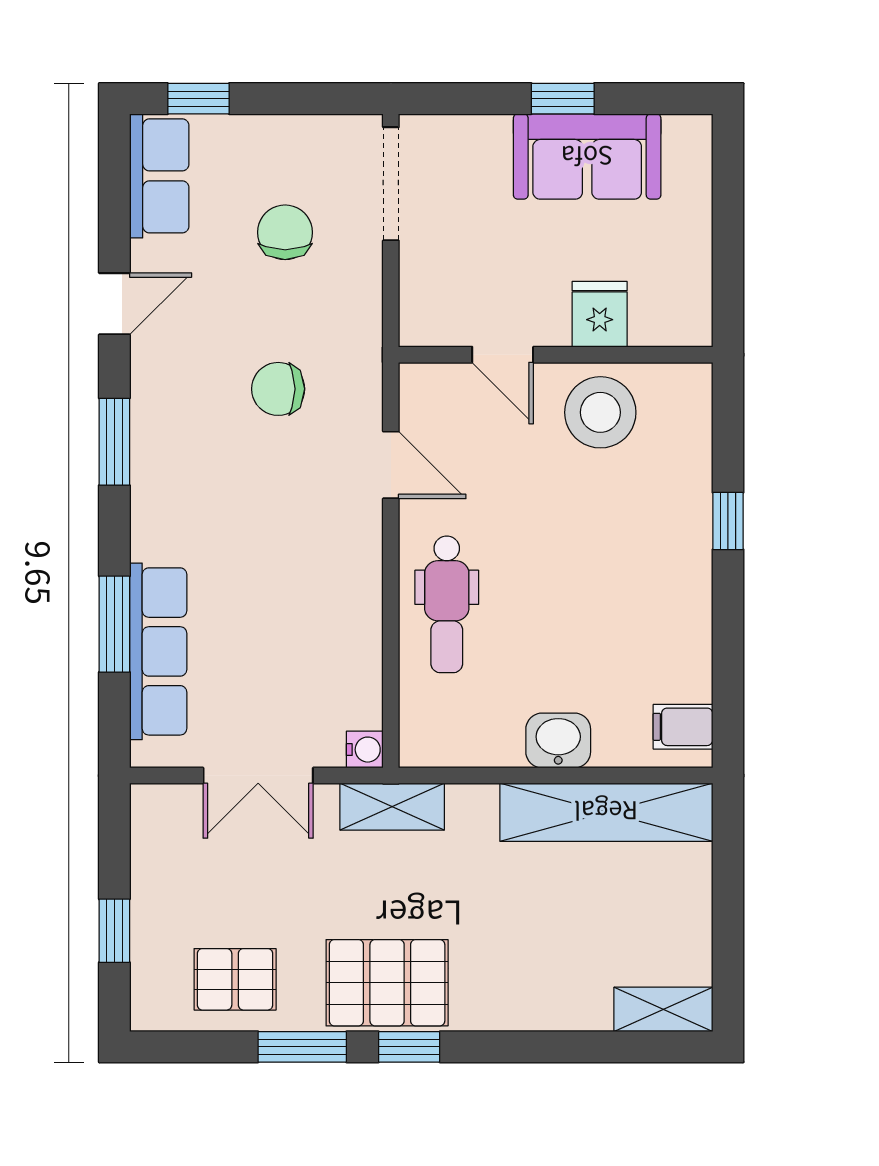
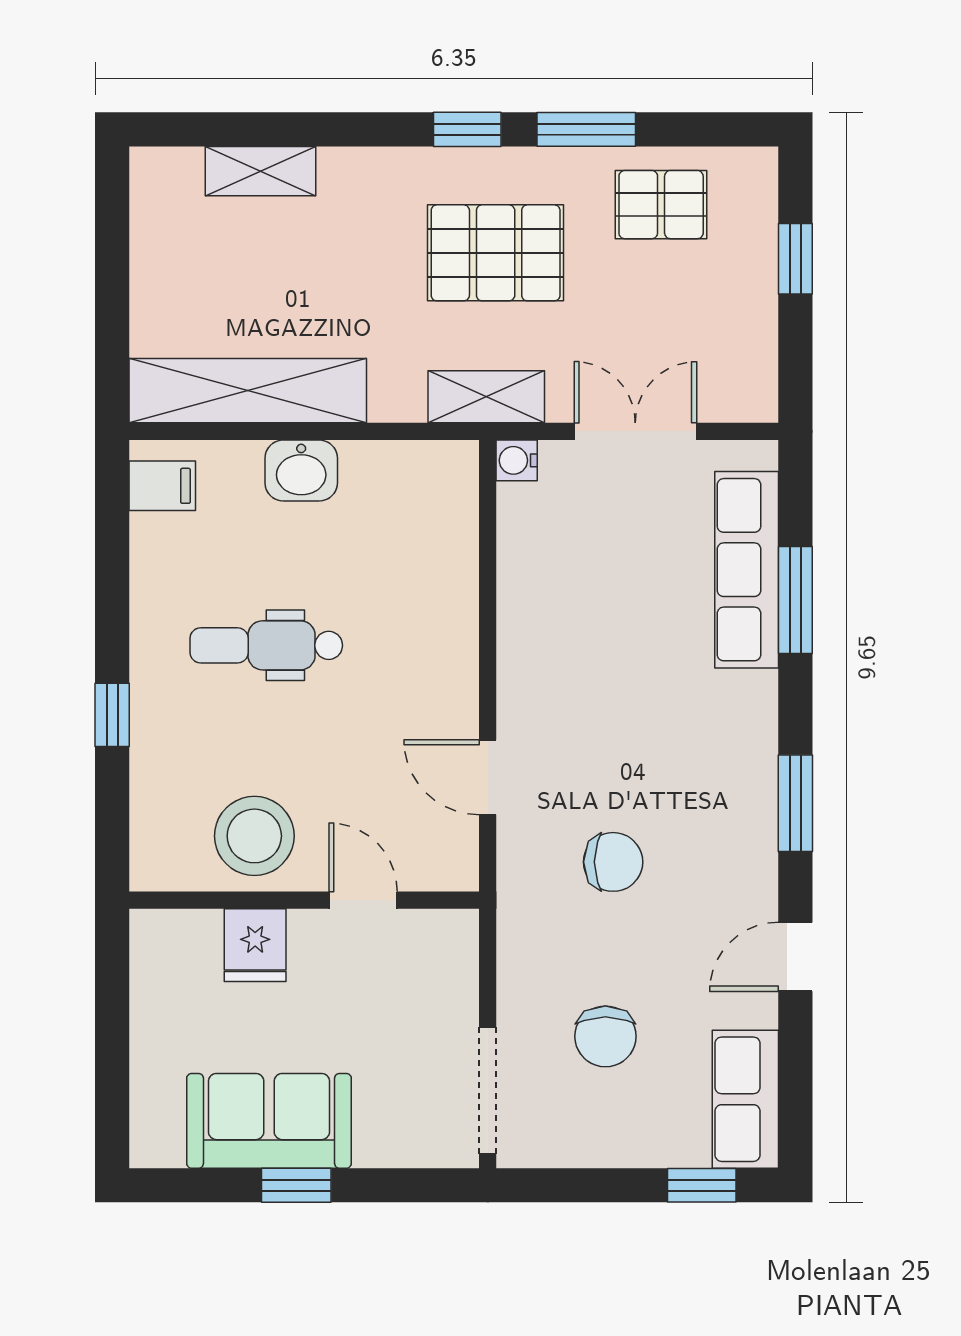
dental chair: (447, 604) -> (266, 645), moved, turned -90
pallet: (387, 983) -> (496, 253), moved
shelving: (663, 1009) -> (261, 171), moved

